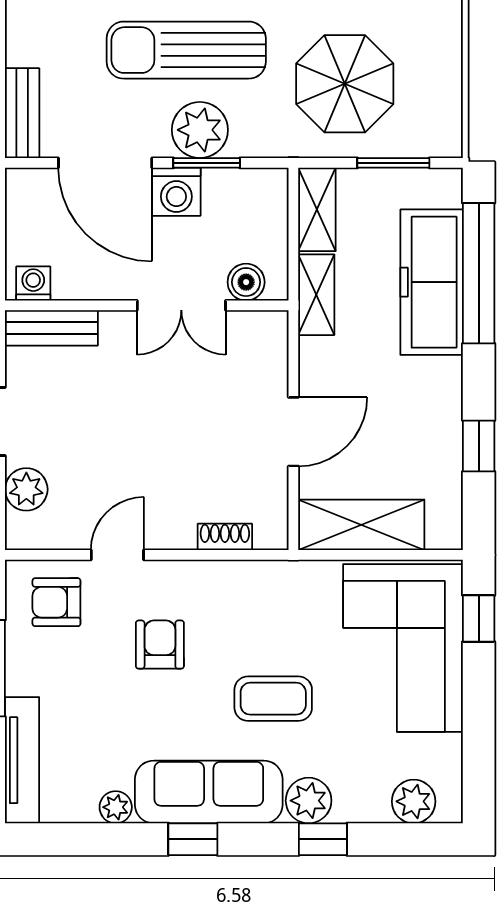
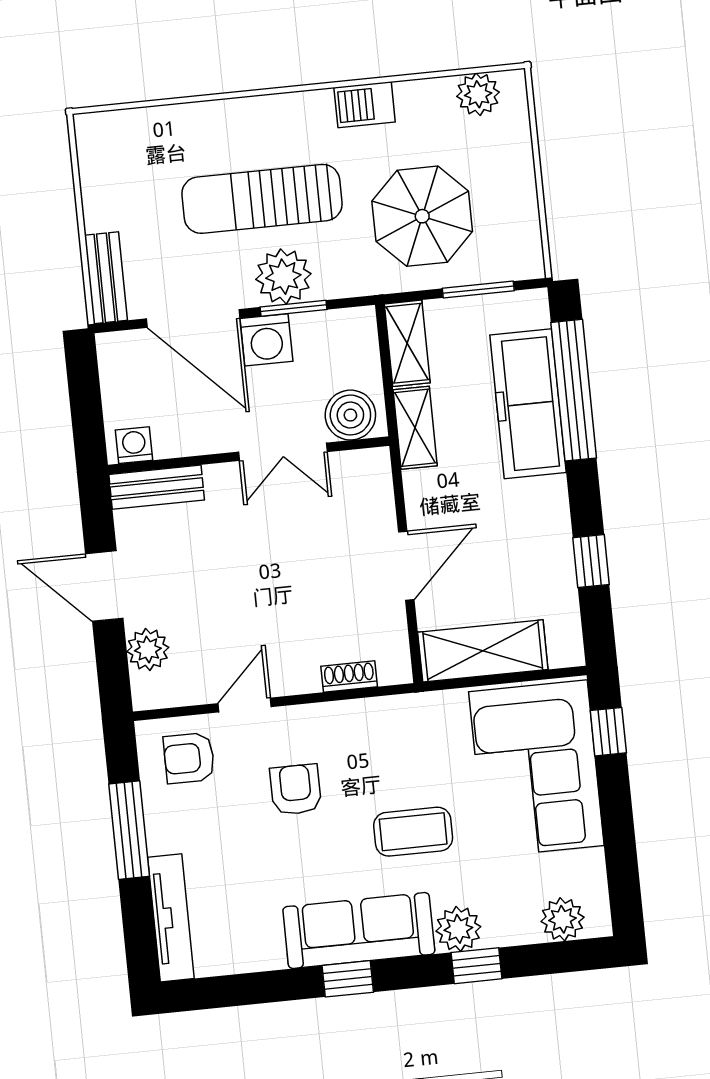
boiler: (246, 282) -> (350, 415), width x1.36, depth x1.36
plant: (116, 807) -> (268, 955), removed

